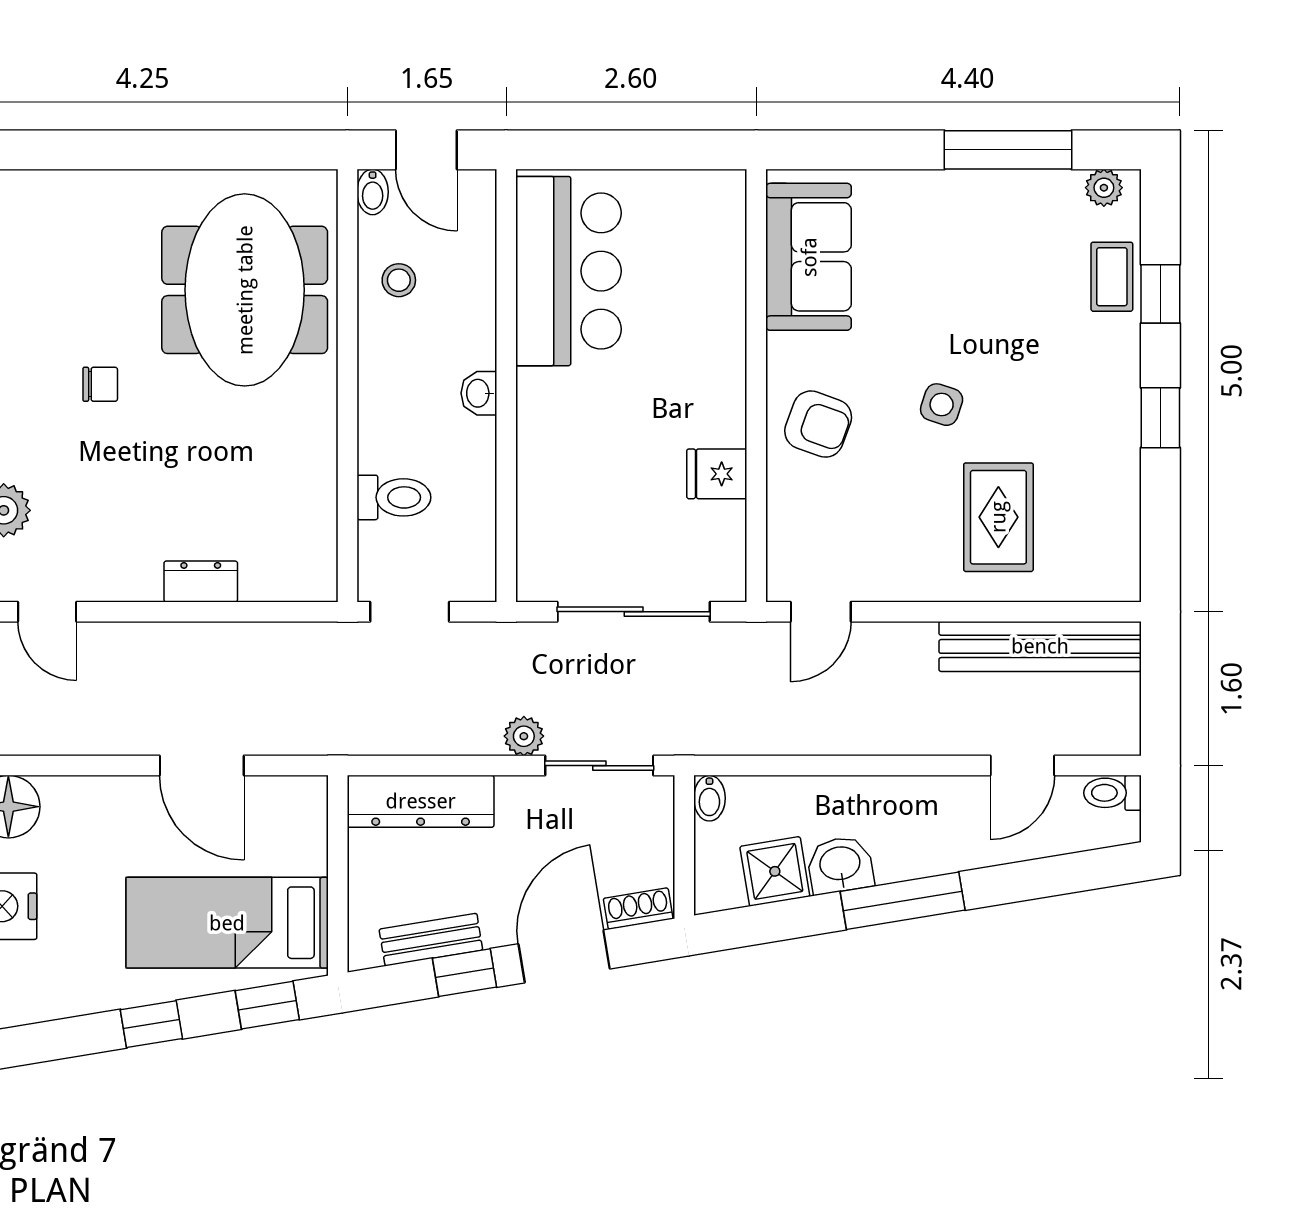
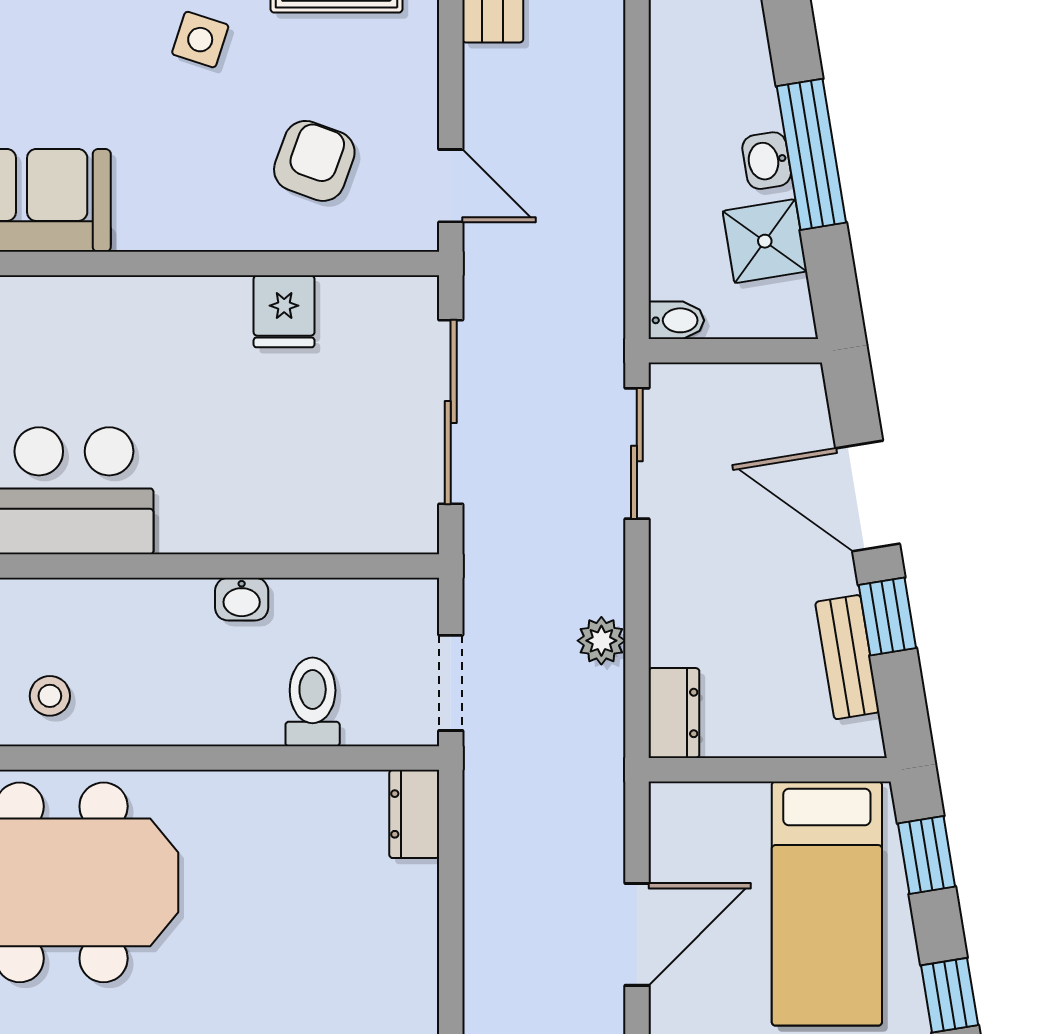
washbasin: (479, 393) -> (242, 599), moved
armchair: (818, 424) -> (314, 161), moved
dresser: (201, 581) -> (414, 814), moved
plant: (524, 736) -> (601, 641), moved
dresser: (421, 801) -> (674, 713), width x0.51, depth x0.80
washbasin: (840, 865) -> (767, 161), width x0.72, depth x0.69
window: (903, 901) -> (811, 154), moved
shoe rack: (638, 909) -> (810, 406), removed

